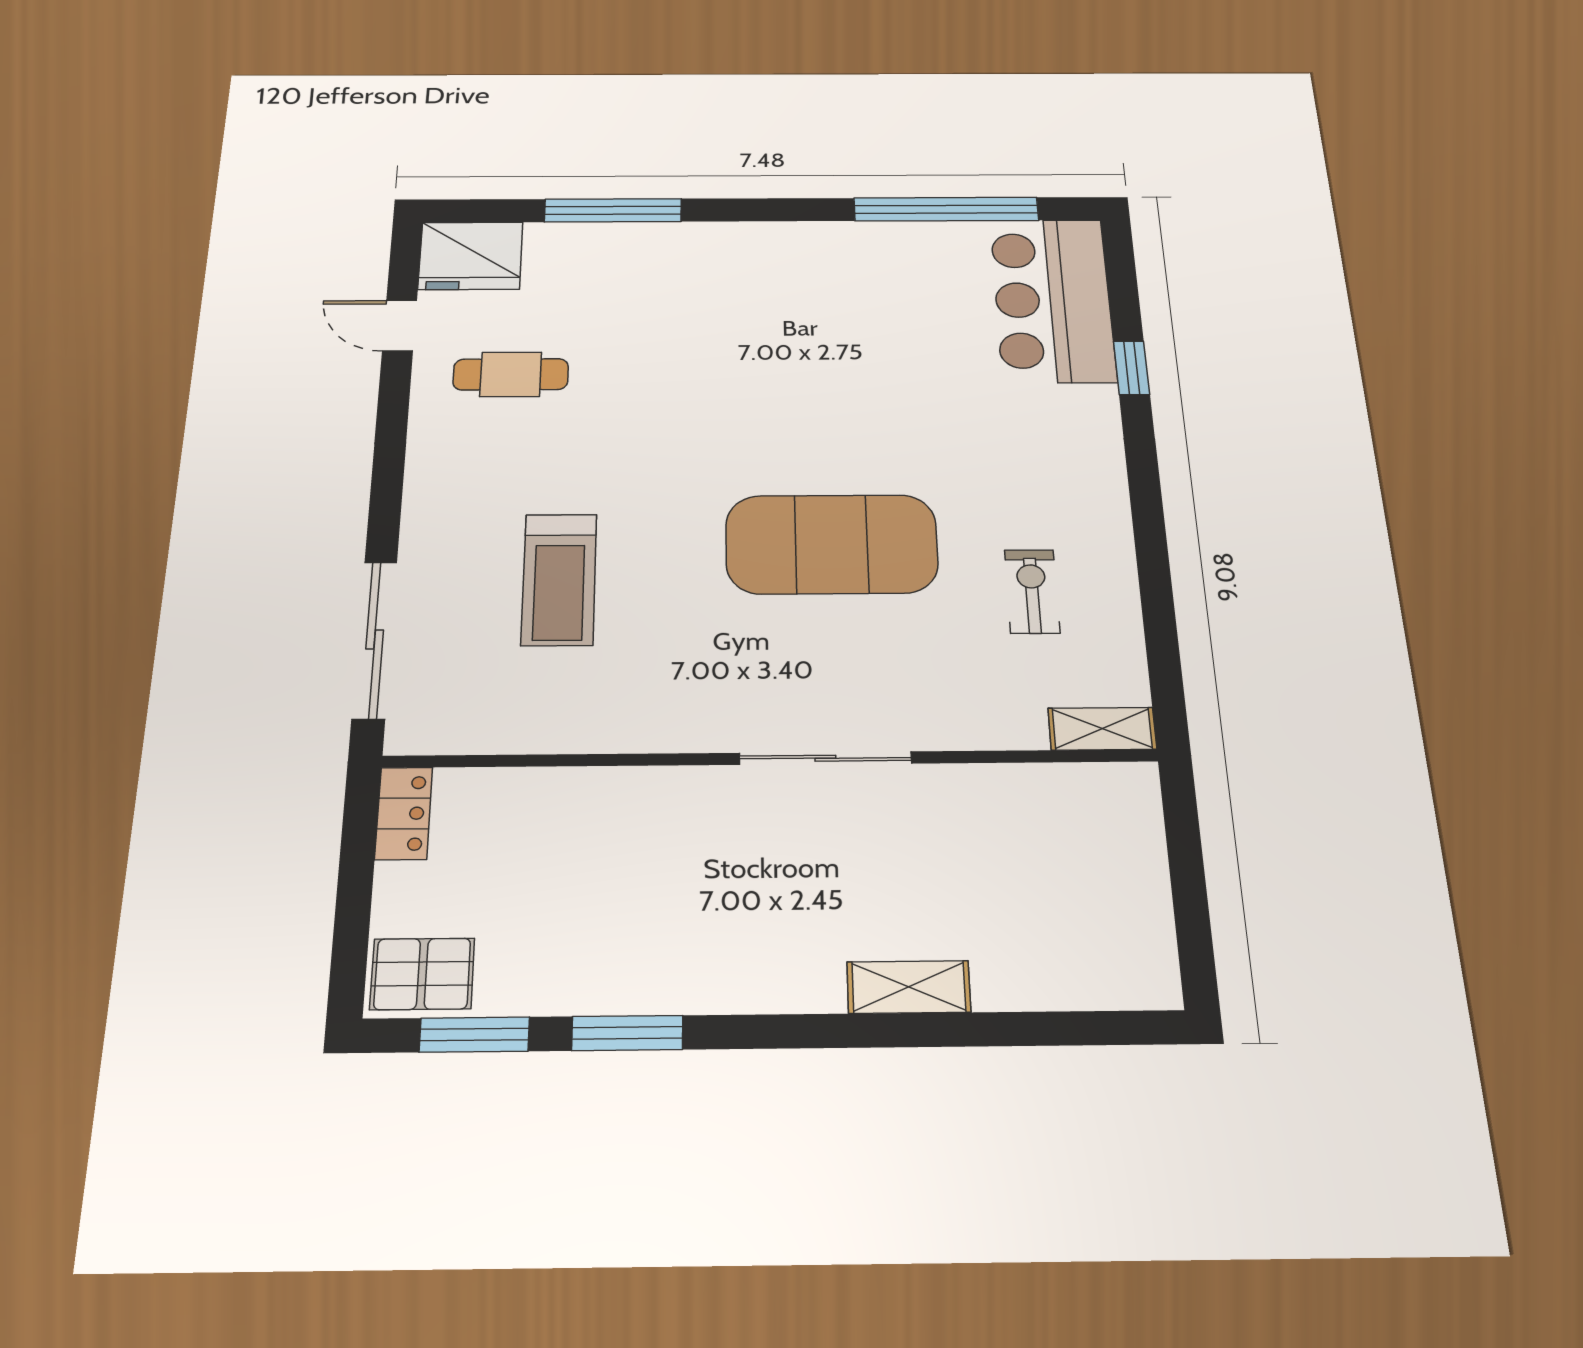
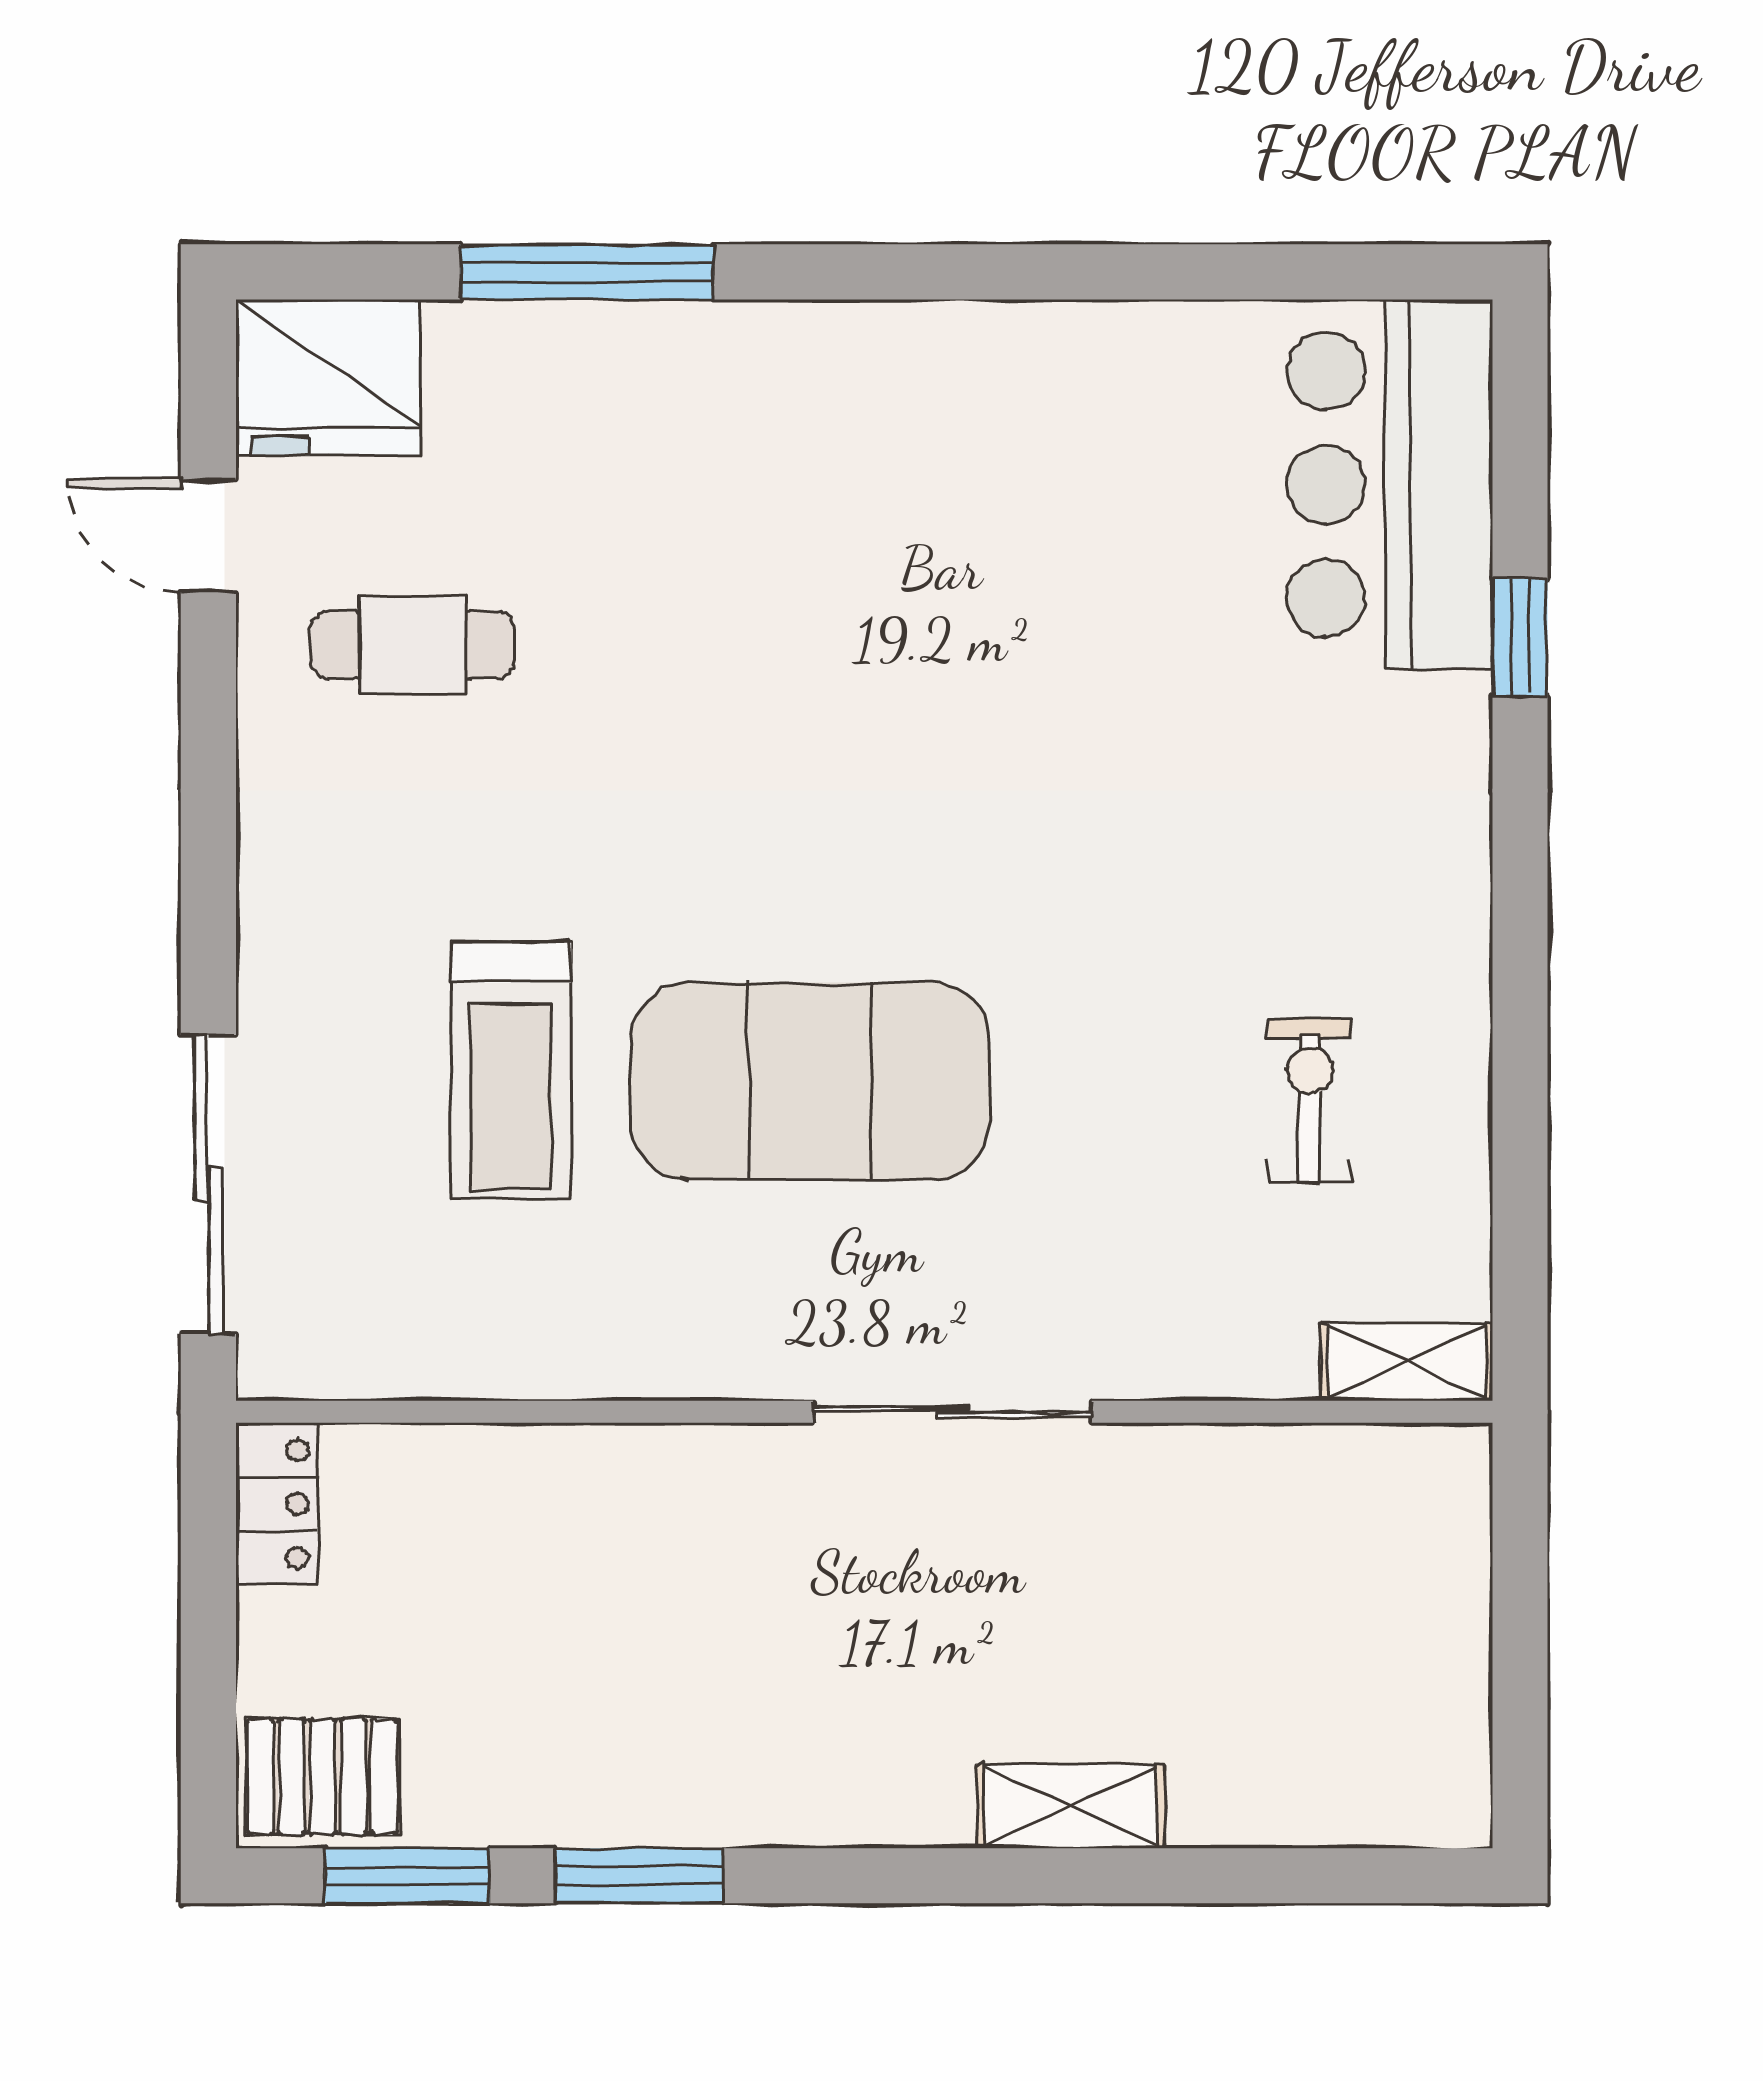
window: (946, 209) -> (1207, 272), removed
exercise mat: (832, 544) -> (810, 1082), moved

